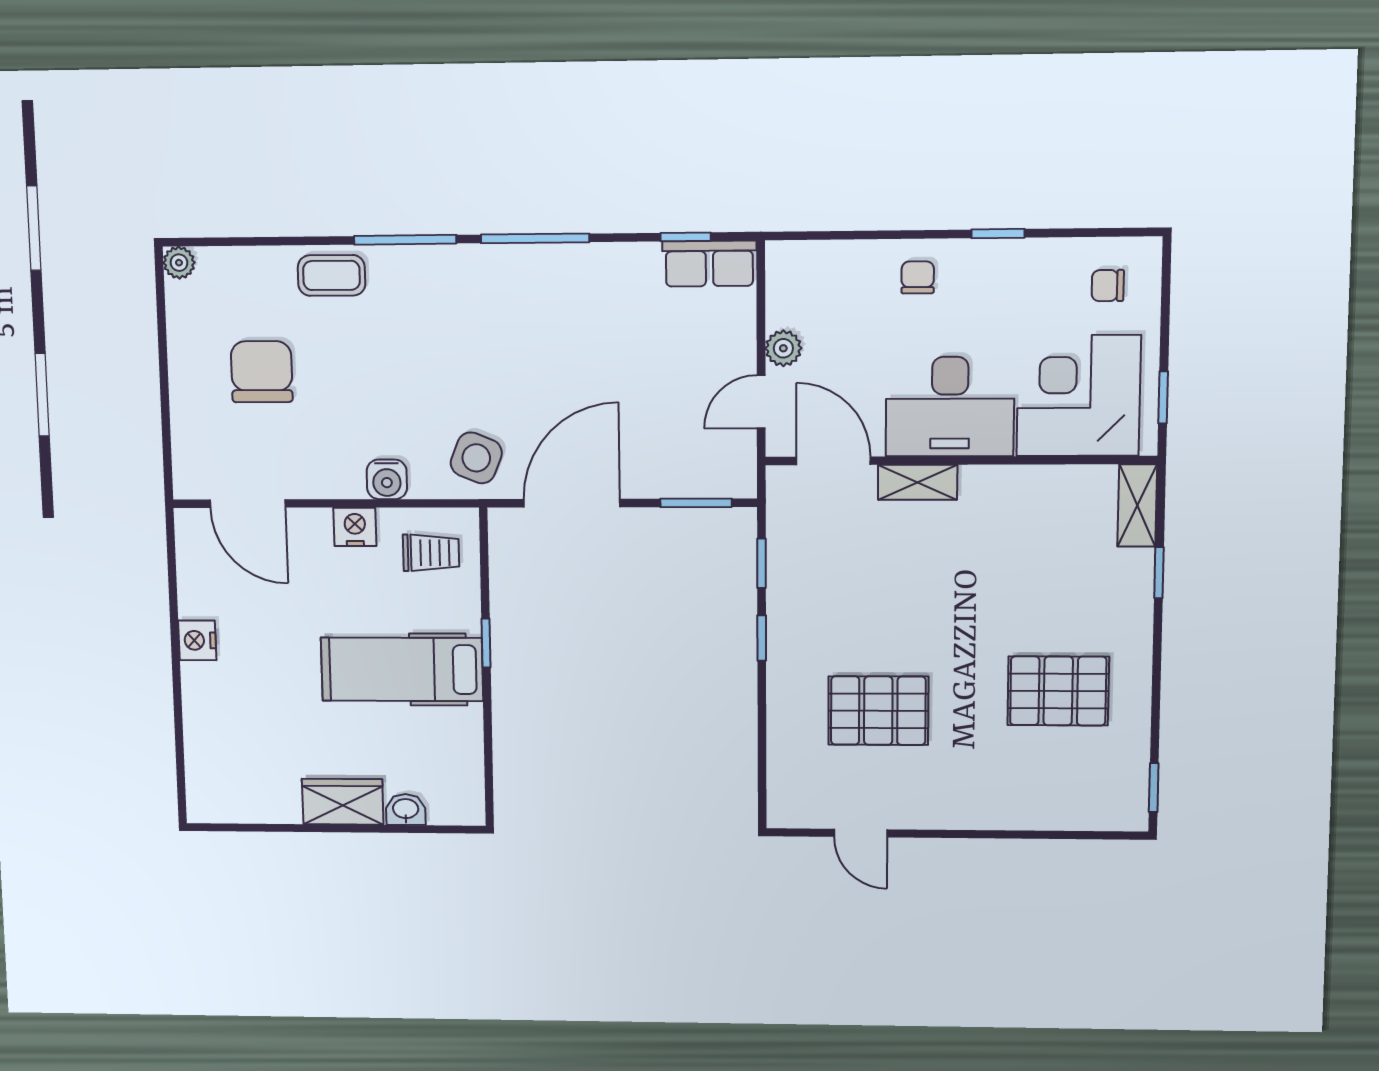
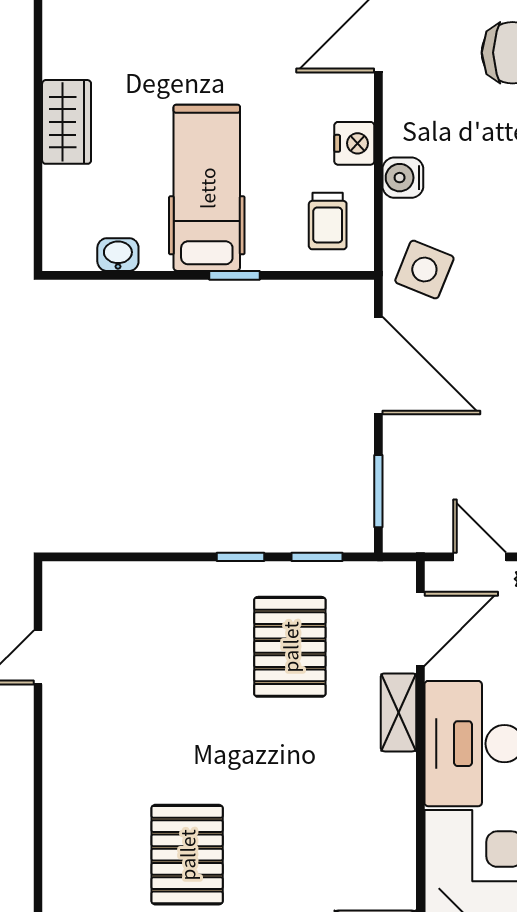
pallet: (878, 711) -> (290, 647), moved
washbasin: (406, 810) -> (118, 255), moved, turned -90

